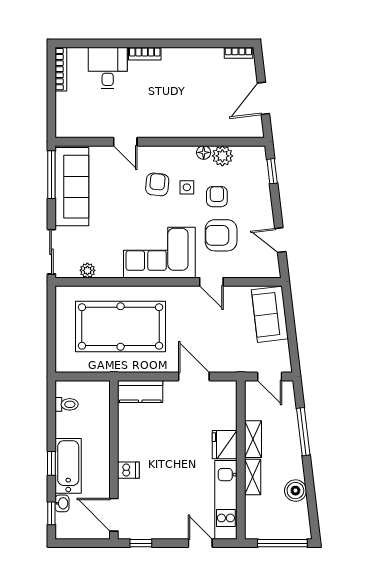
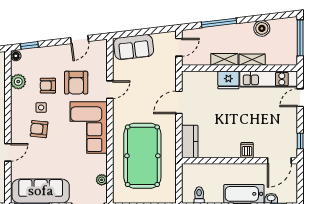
floor lamp: (204, 152) -> (16, 56), moved

